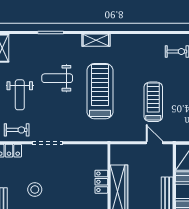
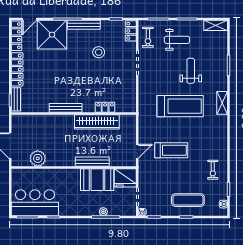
weight bench: (20, 95) -> (177, 40), turned 180

